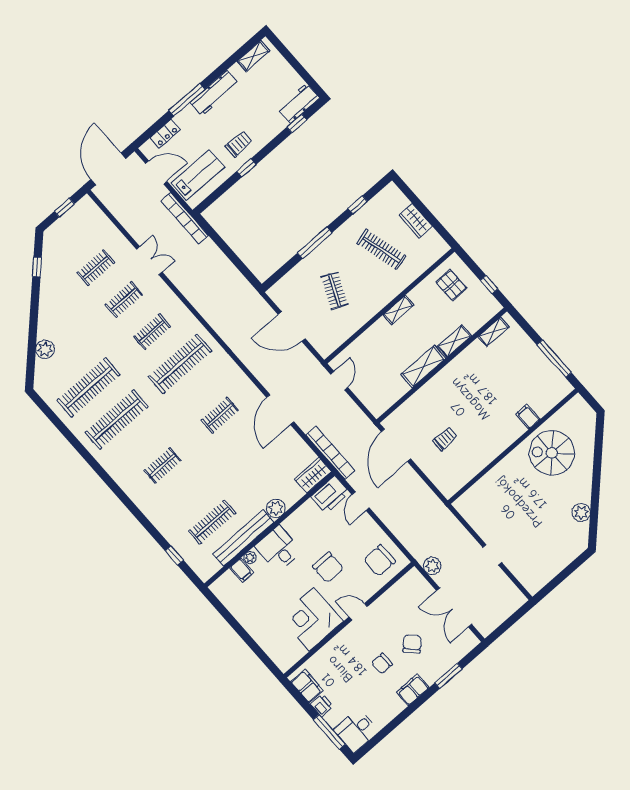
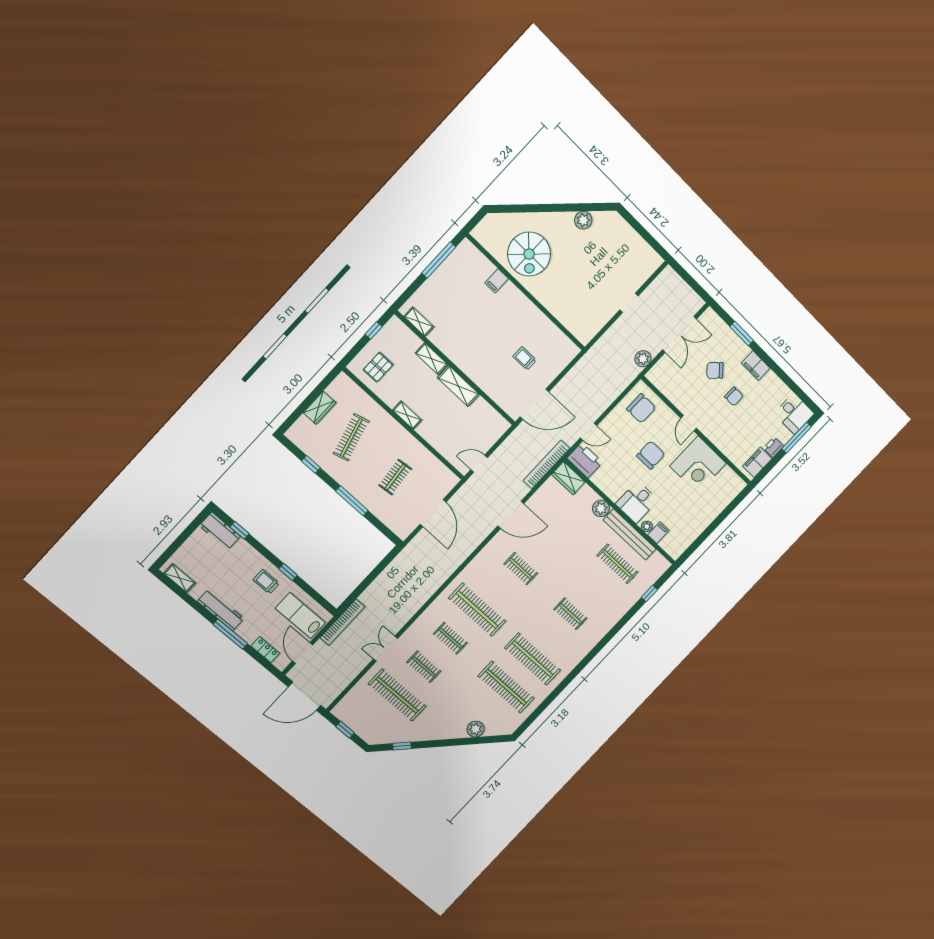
clothes rail: (96, 268) -> (397, 695), width x1.86, depth x1.31
clothes rail: (335, 291) -> (395, 477), turned -30

